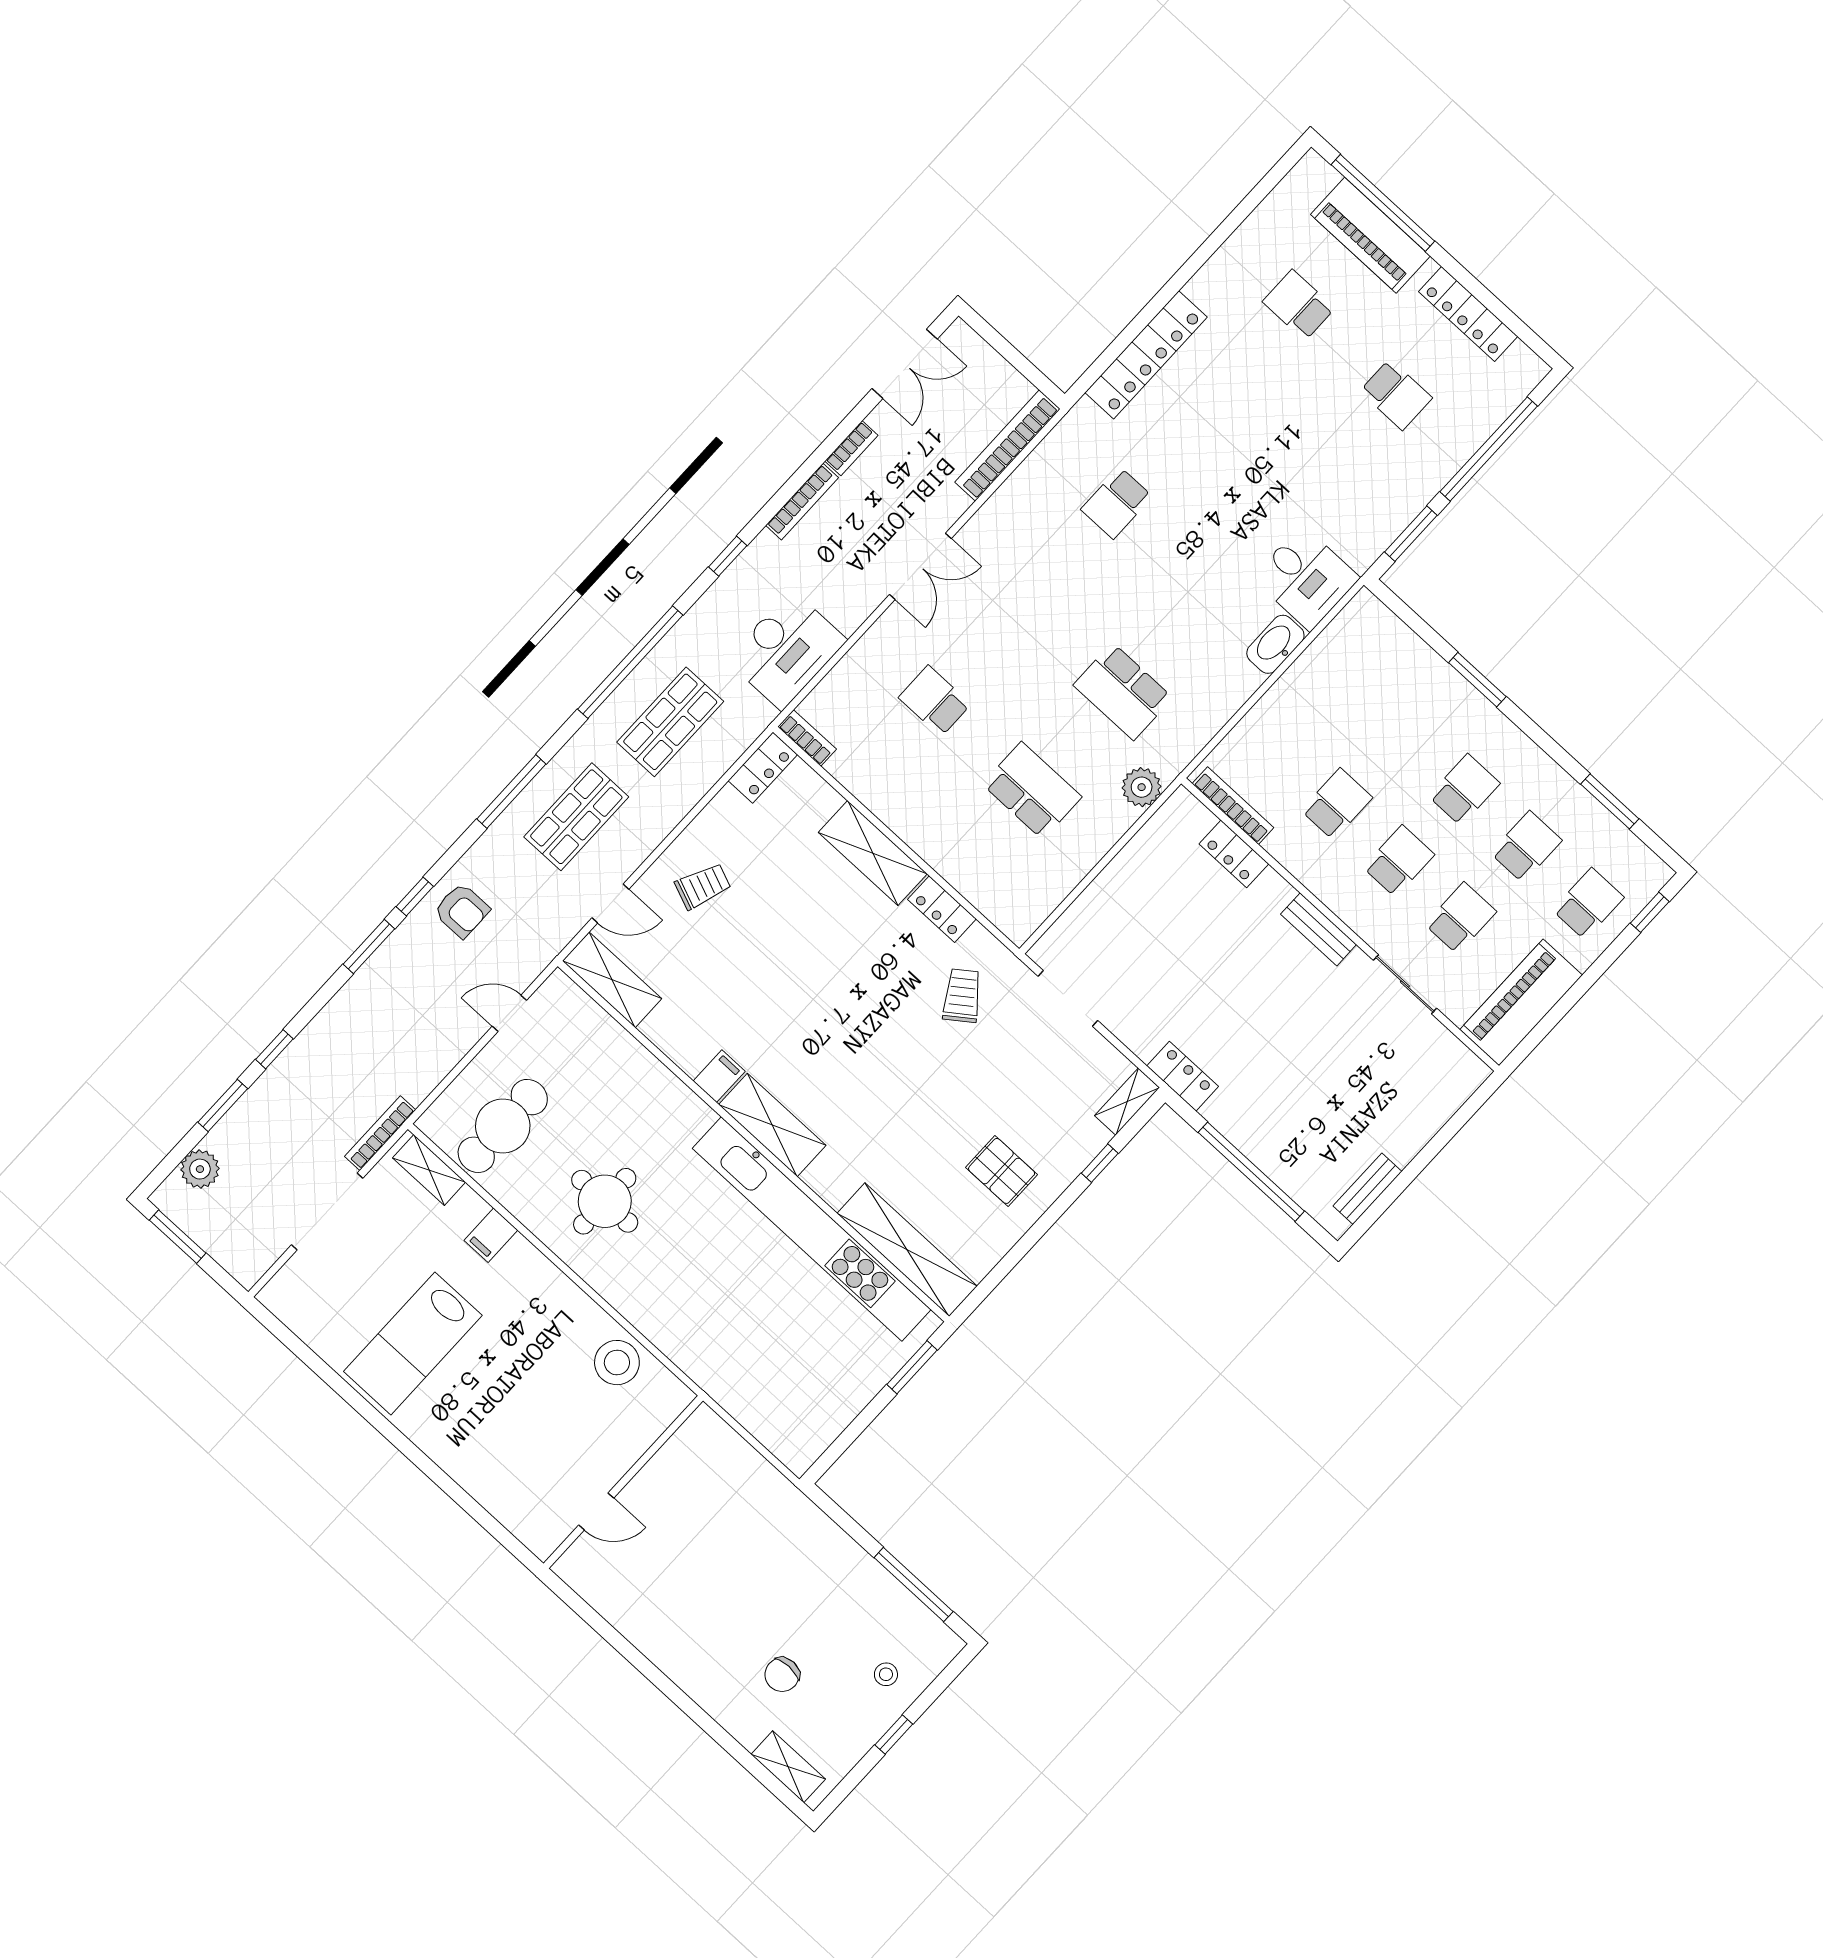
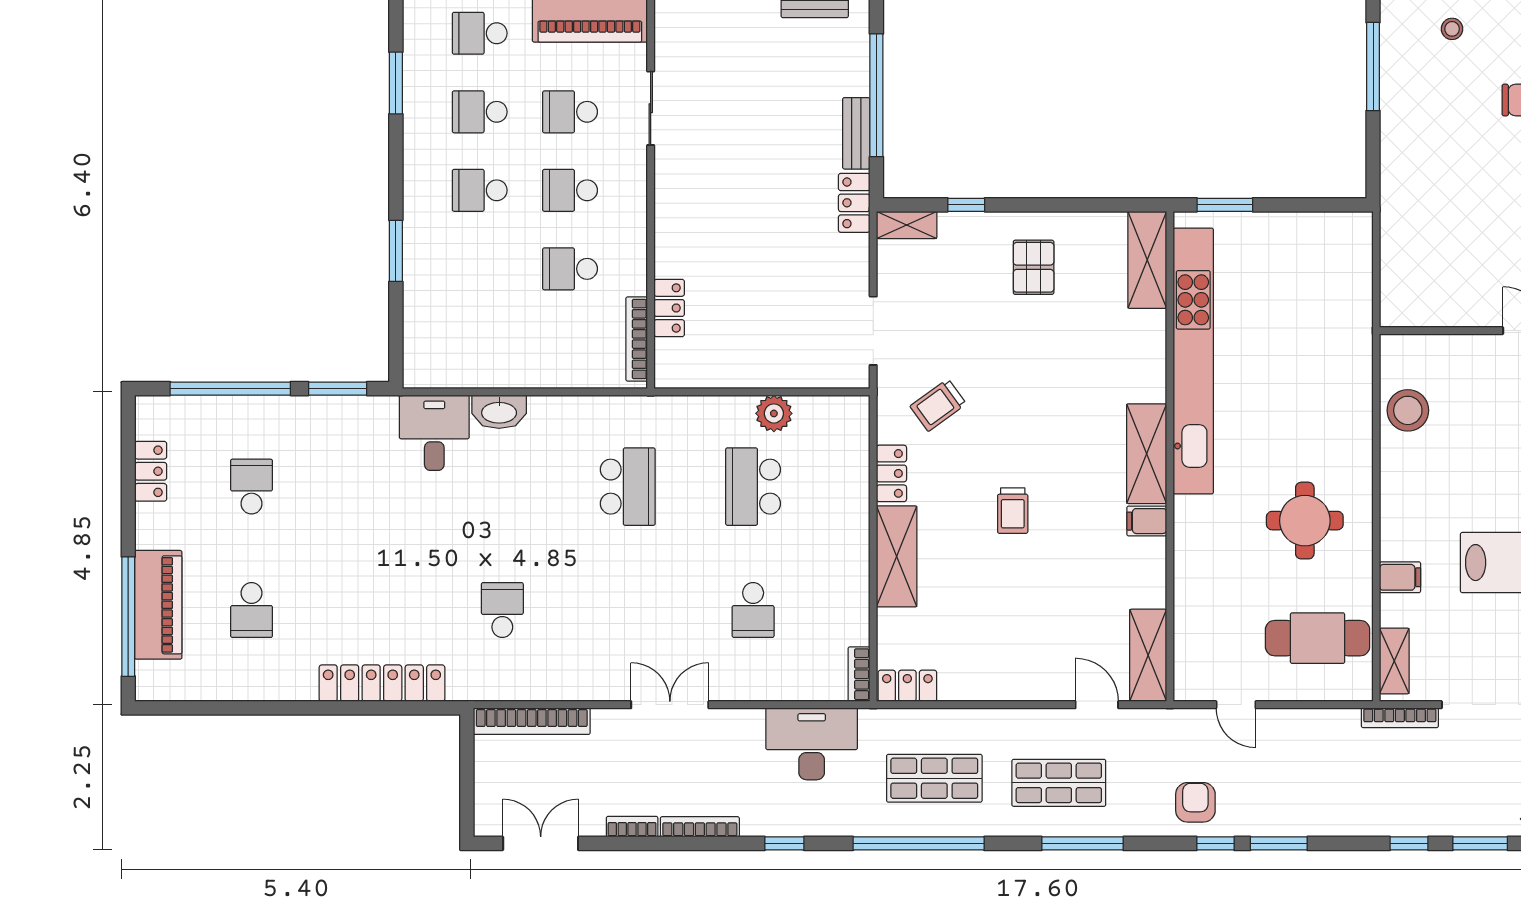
locker: (1468, 314) -> (151, 471), width x0.66
school desk: (1117, 503) -> (502, 610), turned -90
plant: (1142, 787) -> (774, 413), moved
trolley: (703, 886) -> (1013, 511), moved, turned -112
bench: (1319, 929) -> (856, 133), moved
shelving: (907, 1250) -> (1147, 260), width x0.68

